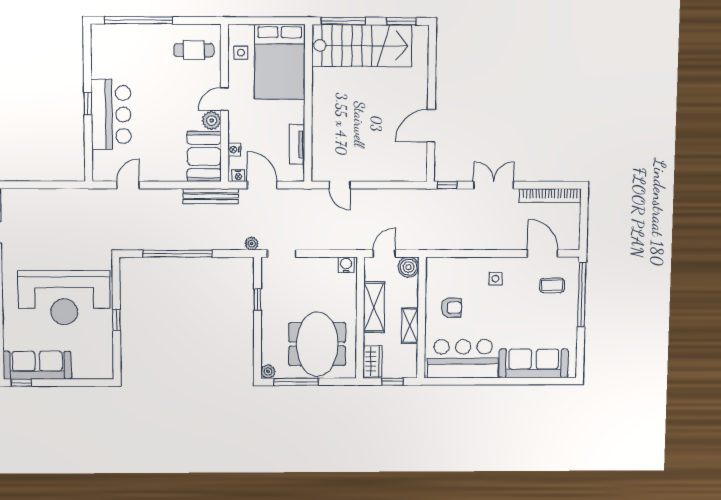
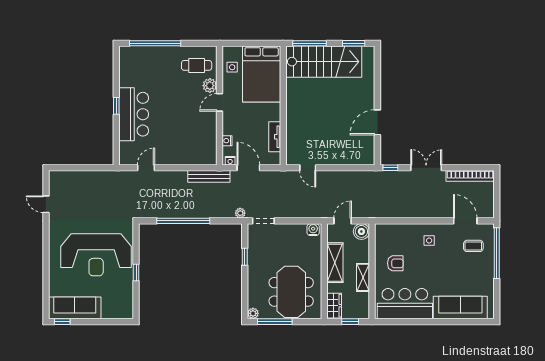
plant: (212, 120) -> (210, 86), moved
booth: (204, 156) -> (204, 146), removed

